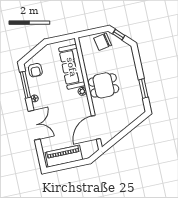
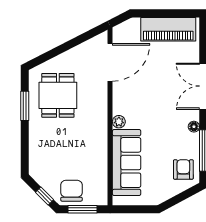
window: (93, 32) -> (83, 209), added
chair: (103, 42) -> (71, 191), turned -79
dining table: (104, 85) -> (58, 95), moved, turned 90

